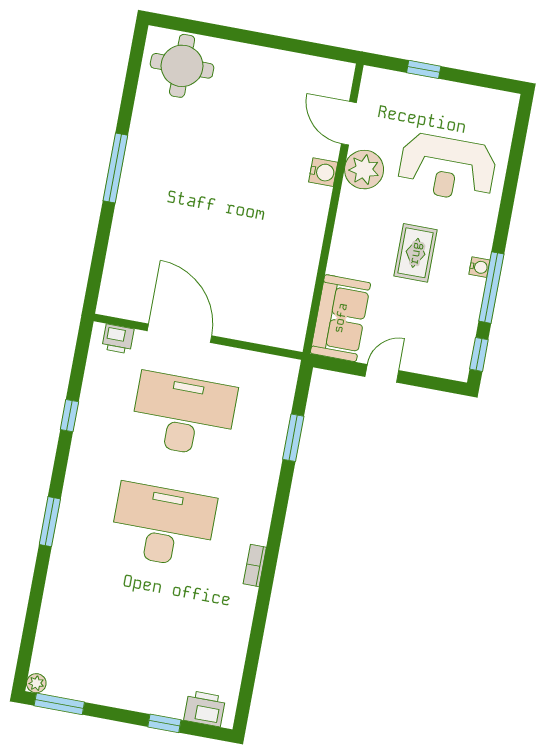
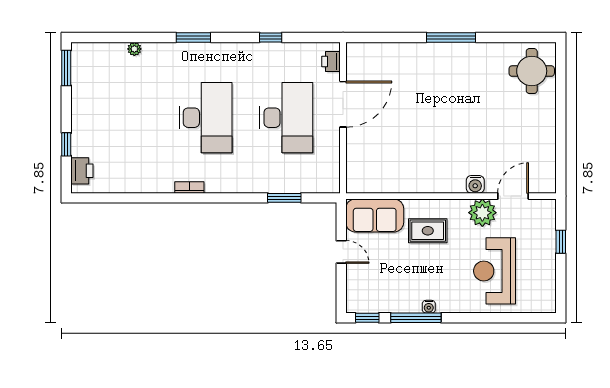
rug: (415, 253) -> (428, 231), moved
plant: (36, 683) -> (134, 49), moved

